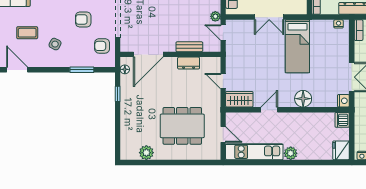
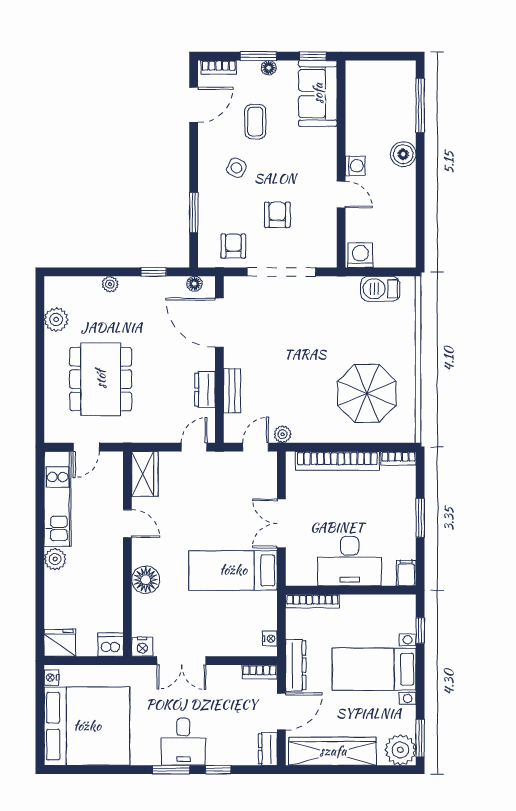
door: (223, 81) -> (194, 447), moved
plant: (125, 120) -> (110, 284), added

